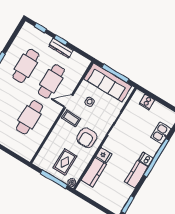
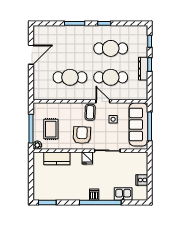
cooker: (147, 102) -> (142, 180), moved
armchair: (87, 138) -> (82, 135), turned 92
fridge: (104, 155) -> (87, 158), moved
rug: (65, 162) -> (51, 129), turned 90
kitchen counter: (136, 174) -> (77, 194), removed

